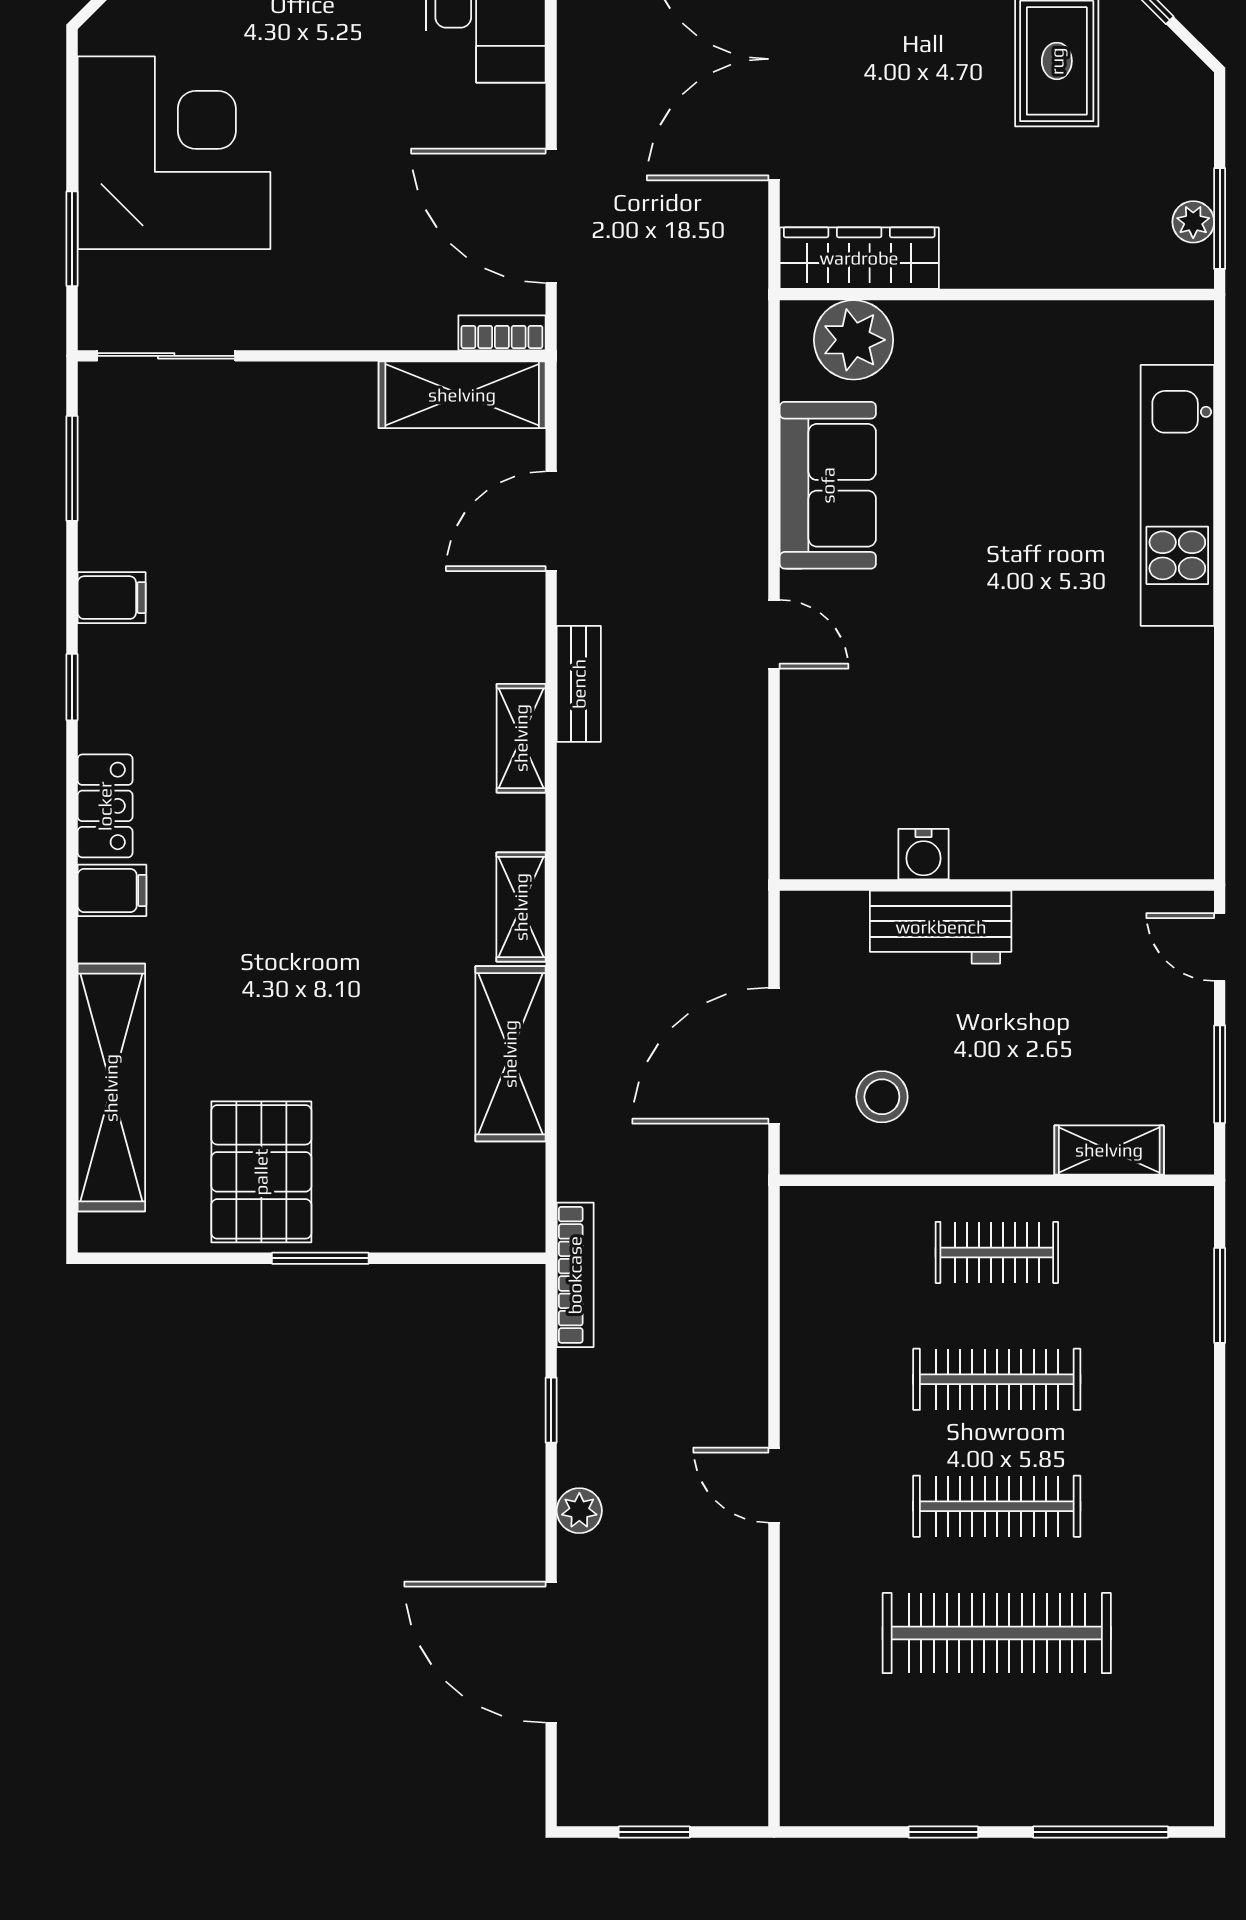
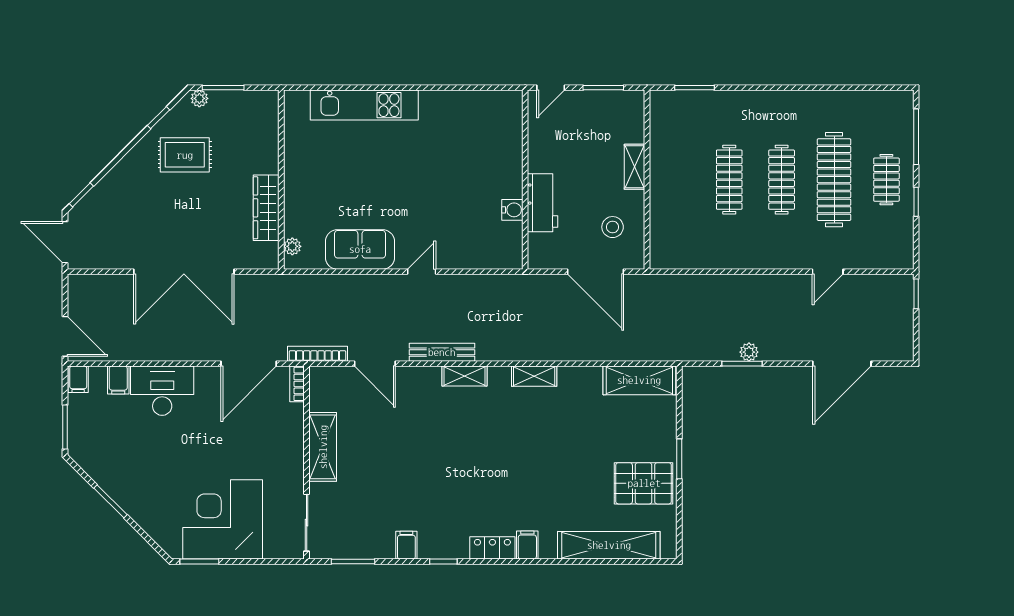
window: (1220, 218) -> (223, 88), moved
plant: (1193, 222) -> (199, 98), moved
window: (72, 239) -> (199, 562), moved
wardrobe: (859, 258) -> (266, 208), moved
plant: (854, 340) -> (292, 246), width x0.53, depth x0.53
shelving: (462, 395) -> (323, 447), moved
bench: (579, 684) -> (442, 352), width x1.36
shelving: (510, 1054) -> (639, 380), moved
shelving: (1109, 1150) -> (635, 167), moved
clothes rail: (997, 1252) -> (886, 180), moved
bookcase: (575, 1275) -> (317, 354), moved
window: (551, 1410) -> (742, 364), width x1.50
door: (774, 1485) -> (828, 272), moved
plant: (579, 1511) -> (749, 352), moved
window: (654, 1832) -> (916, 294), moved

